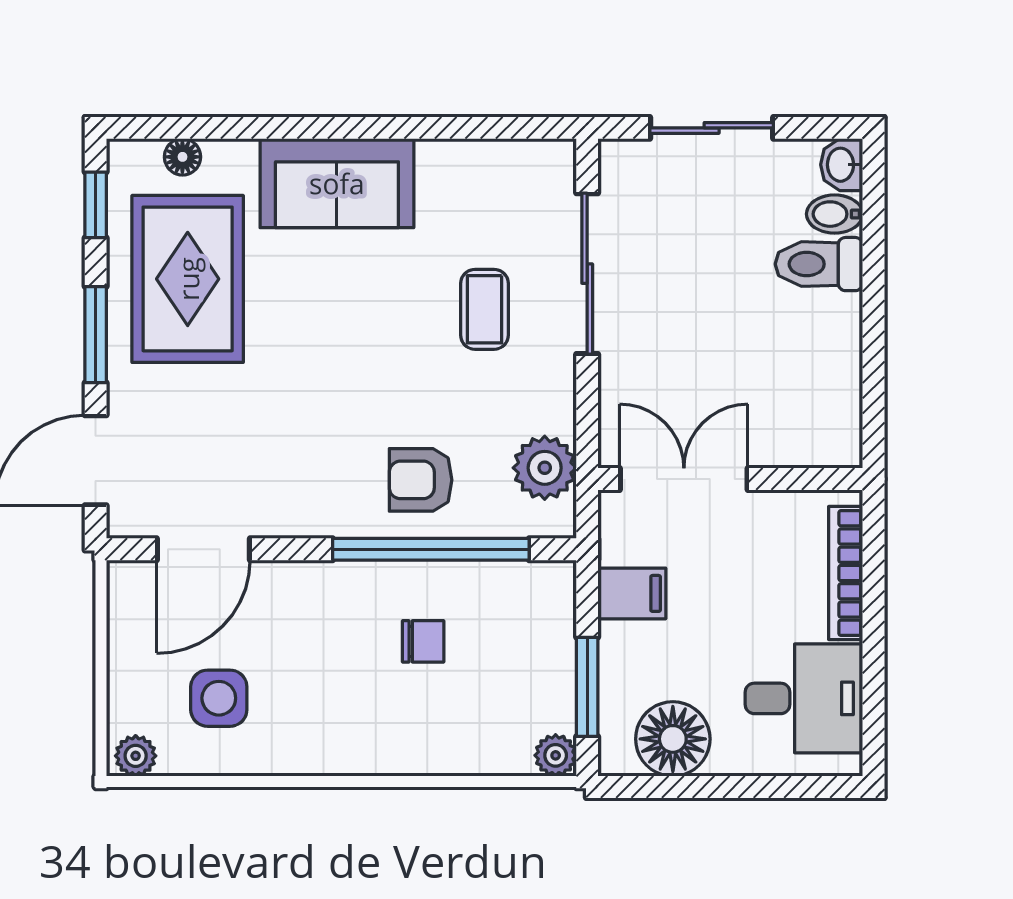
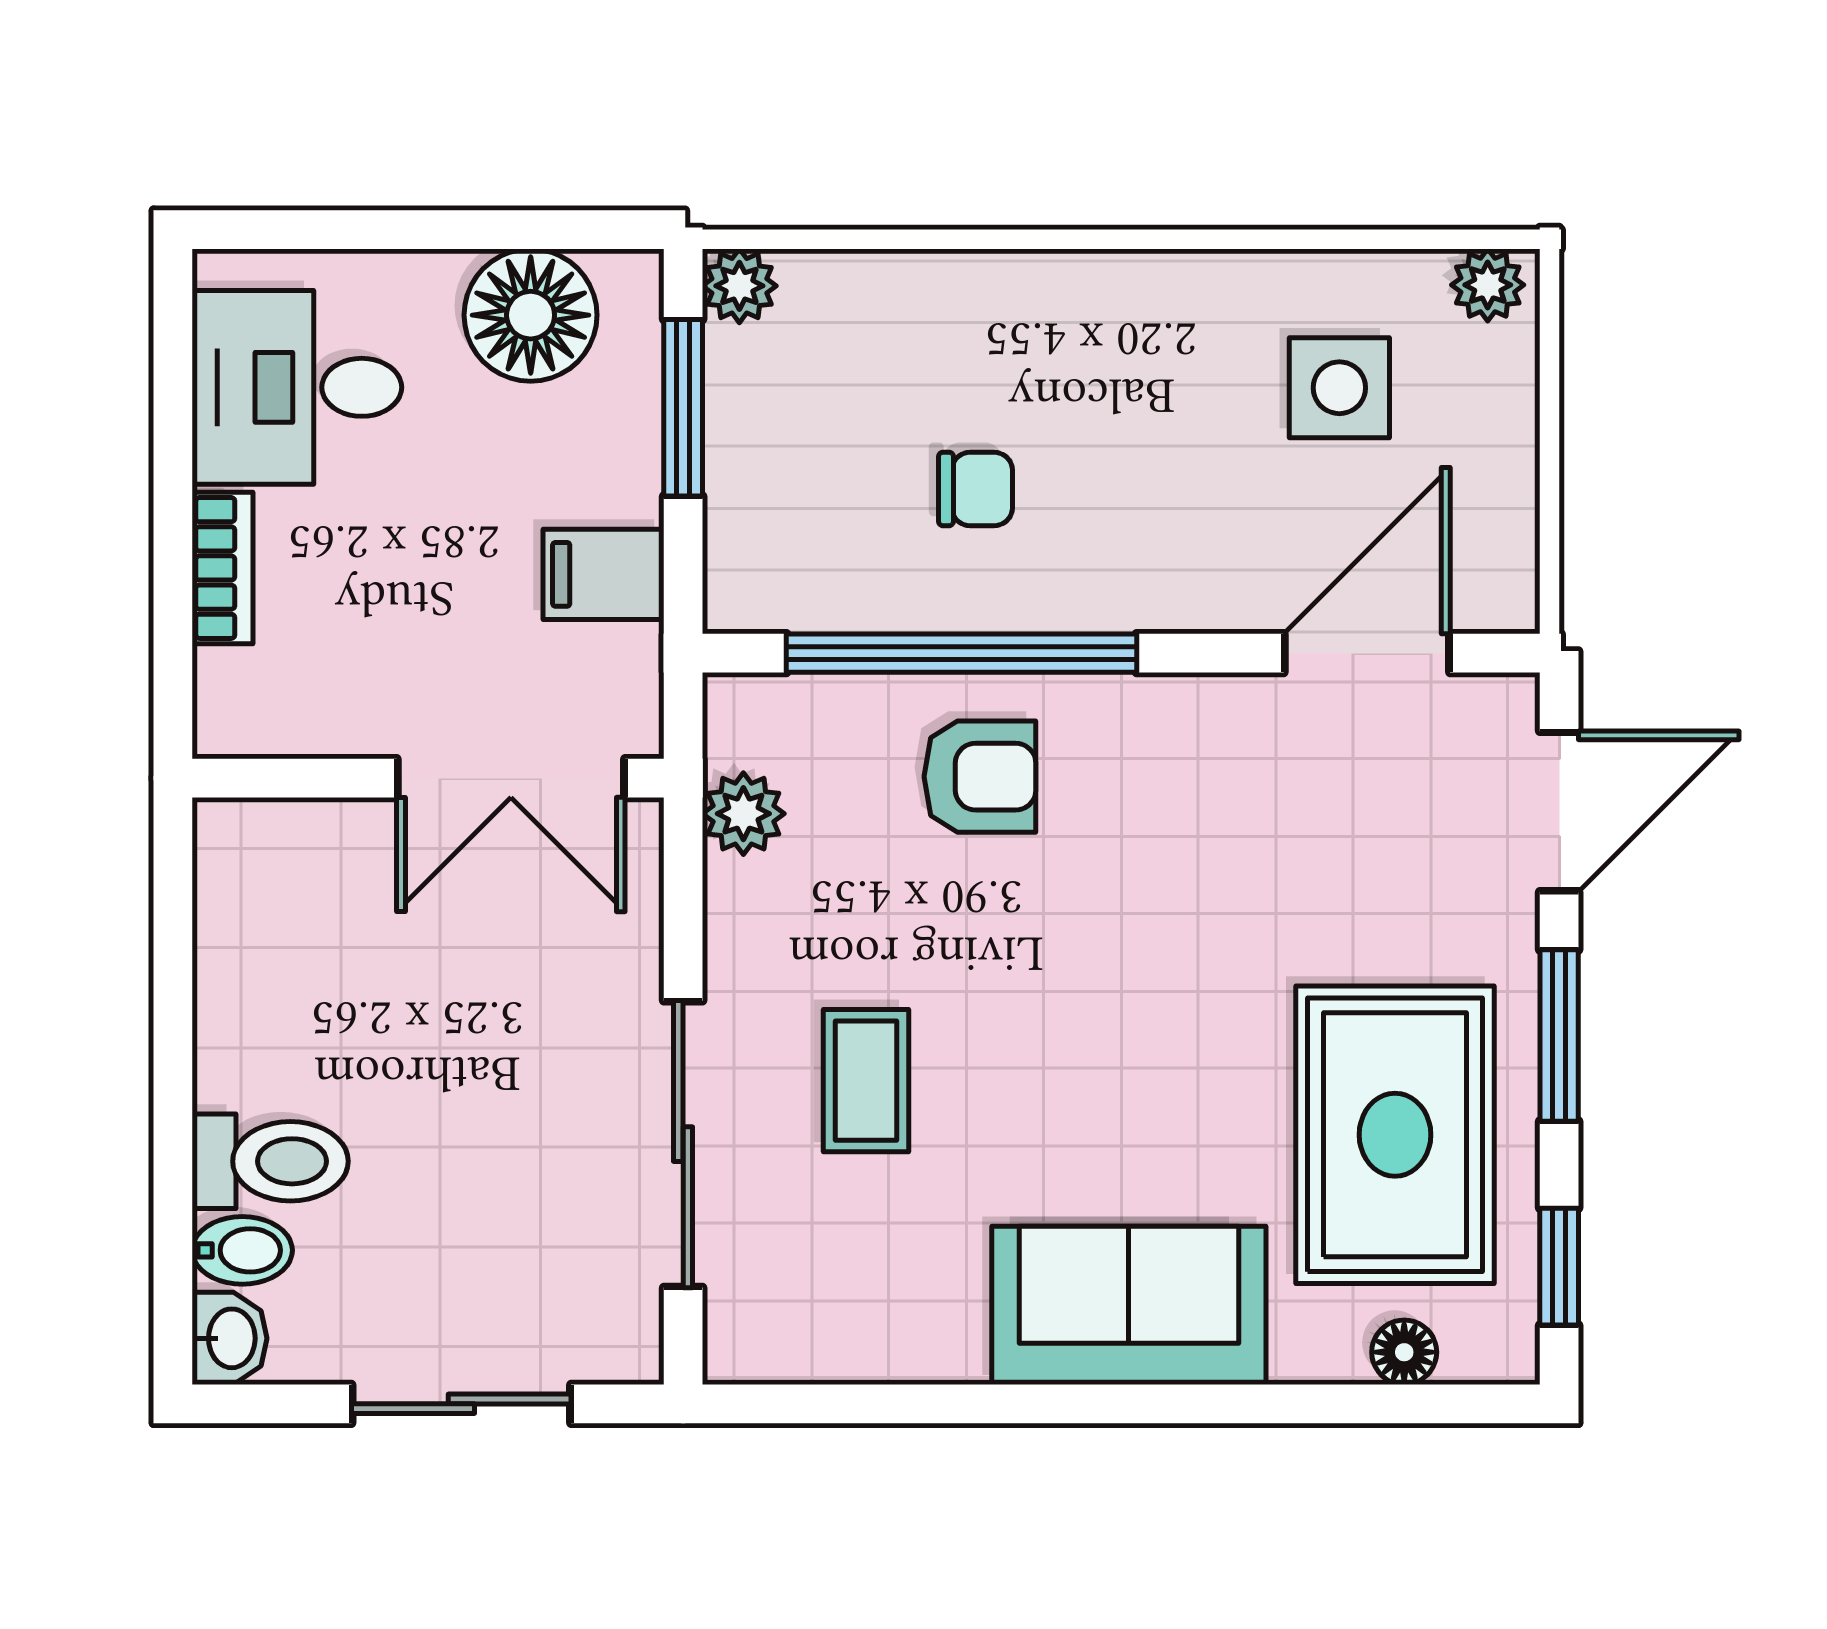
plant: (545, 468) -> (743, 814), width x0.73, depth x0.73
bookcase: (846, 573) -> (223, 568), width x0.64
chair: (423, 641) -> (975, 489), turned 180

